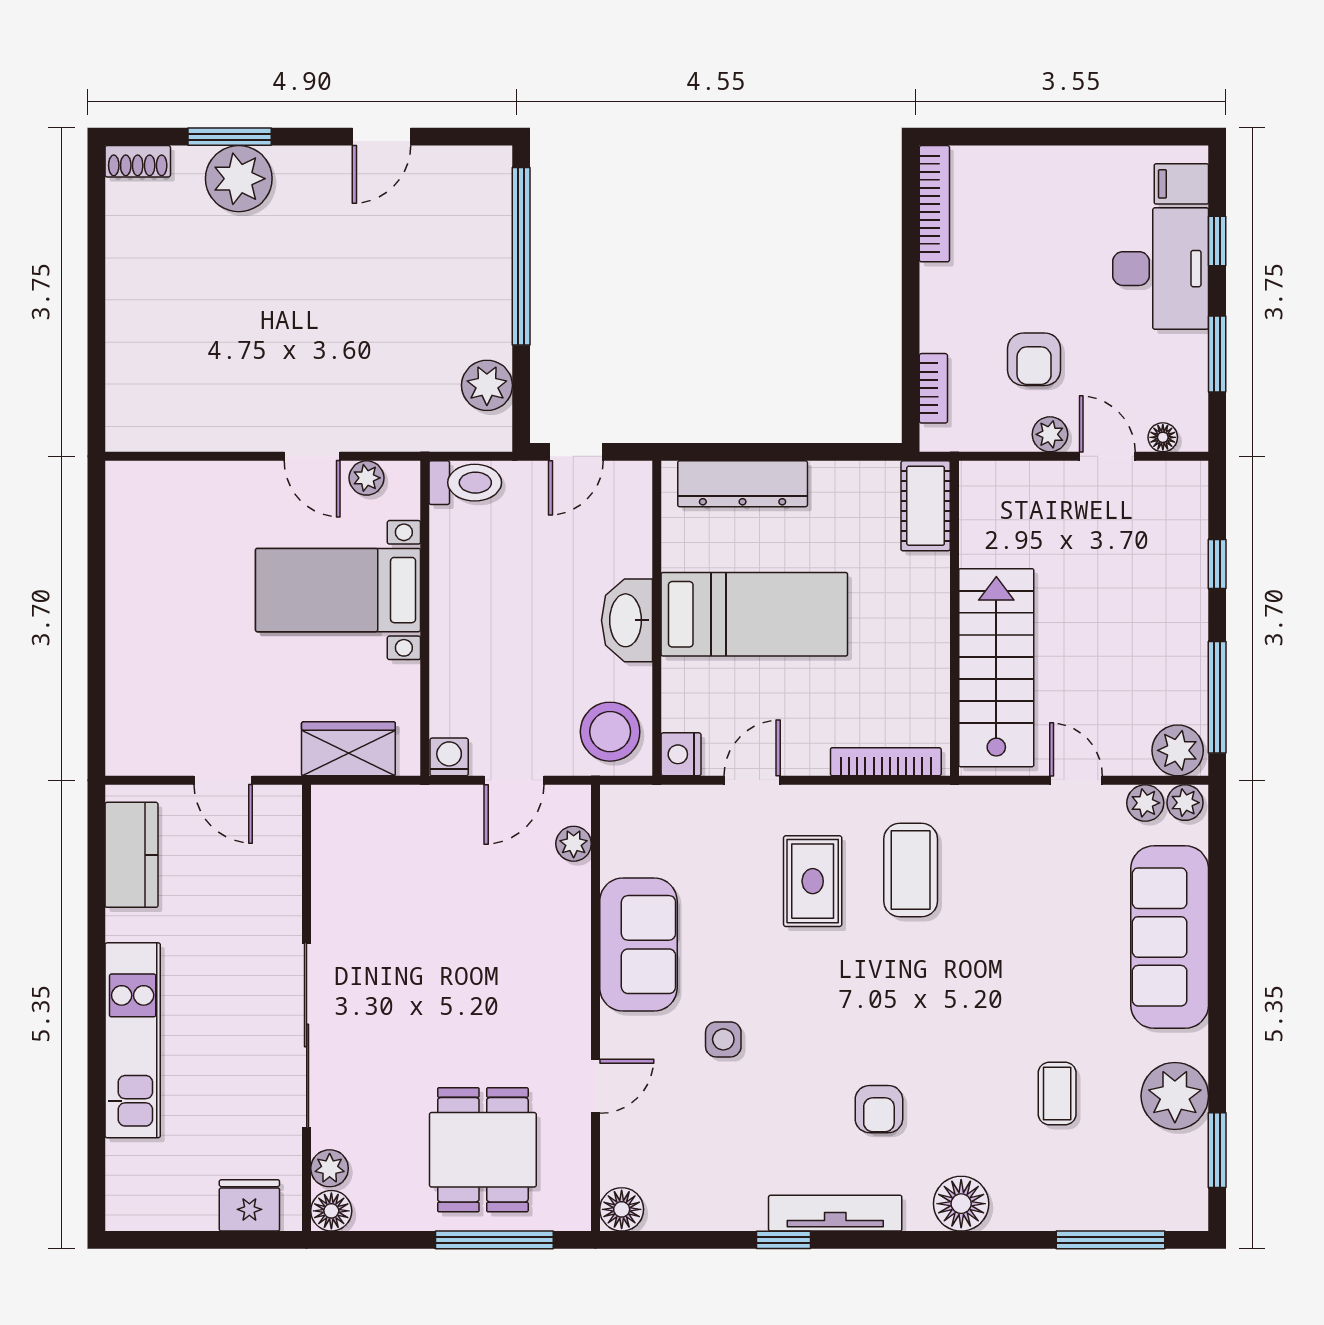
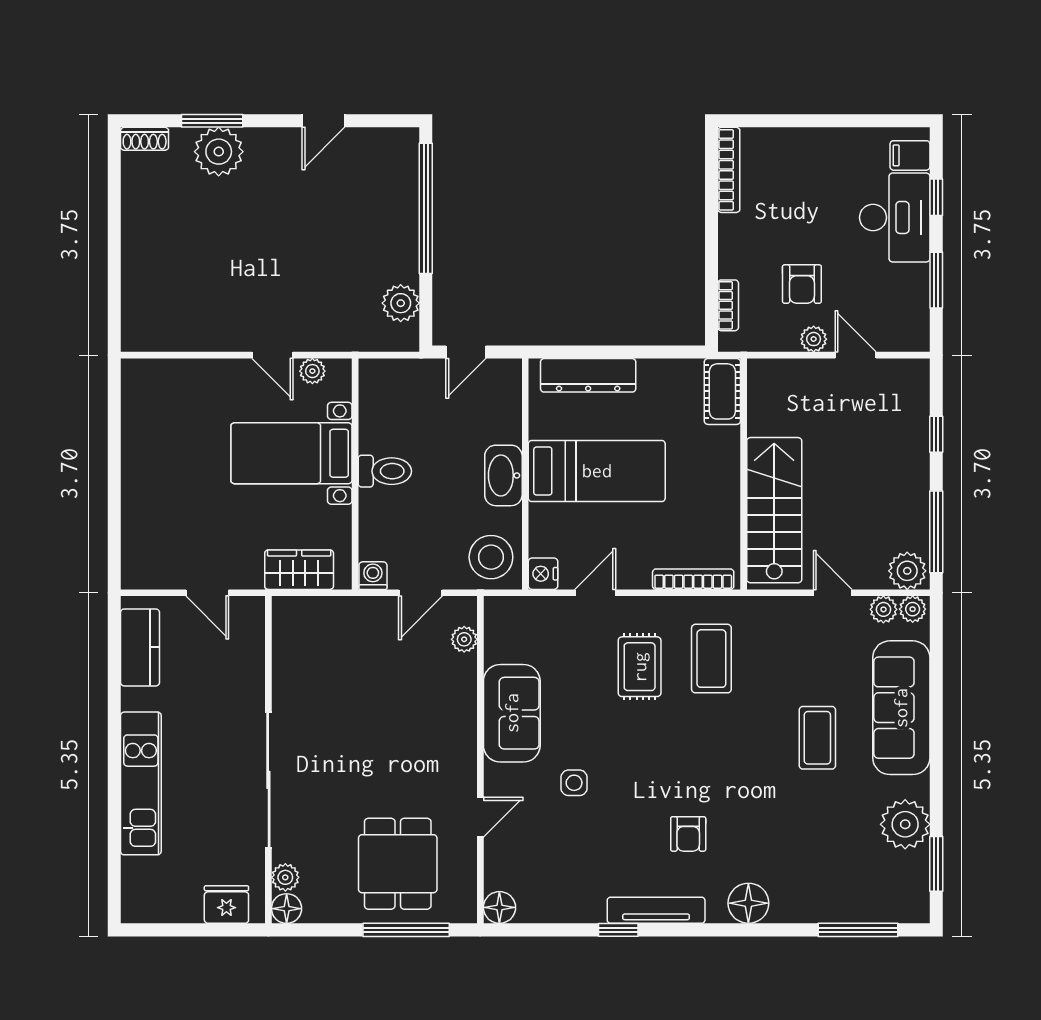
floor lamp: (1163, 437) -> (896, 341), removed
toilet: (465, 483) -> (385, 471), moved
coffee table: (1057, 1094) -> (817, 738), moved, width x1.36, depth x1.30

